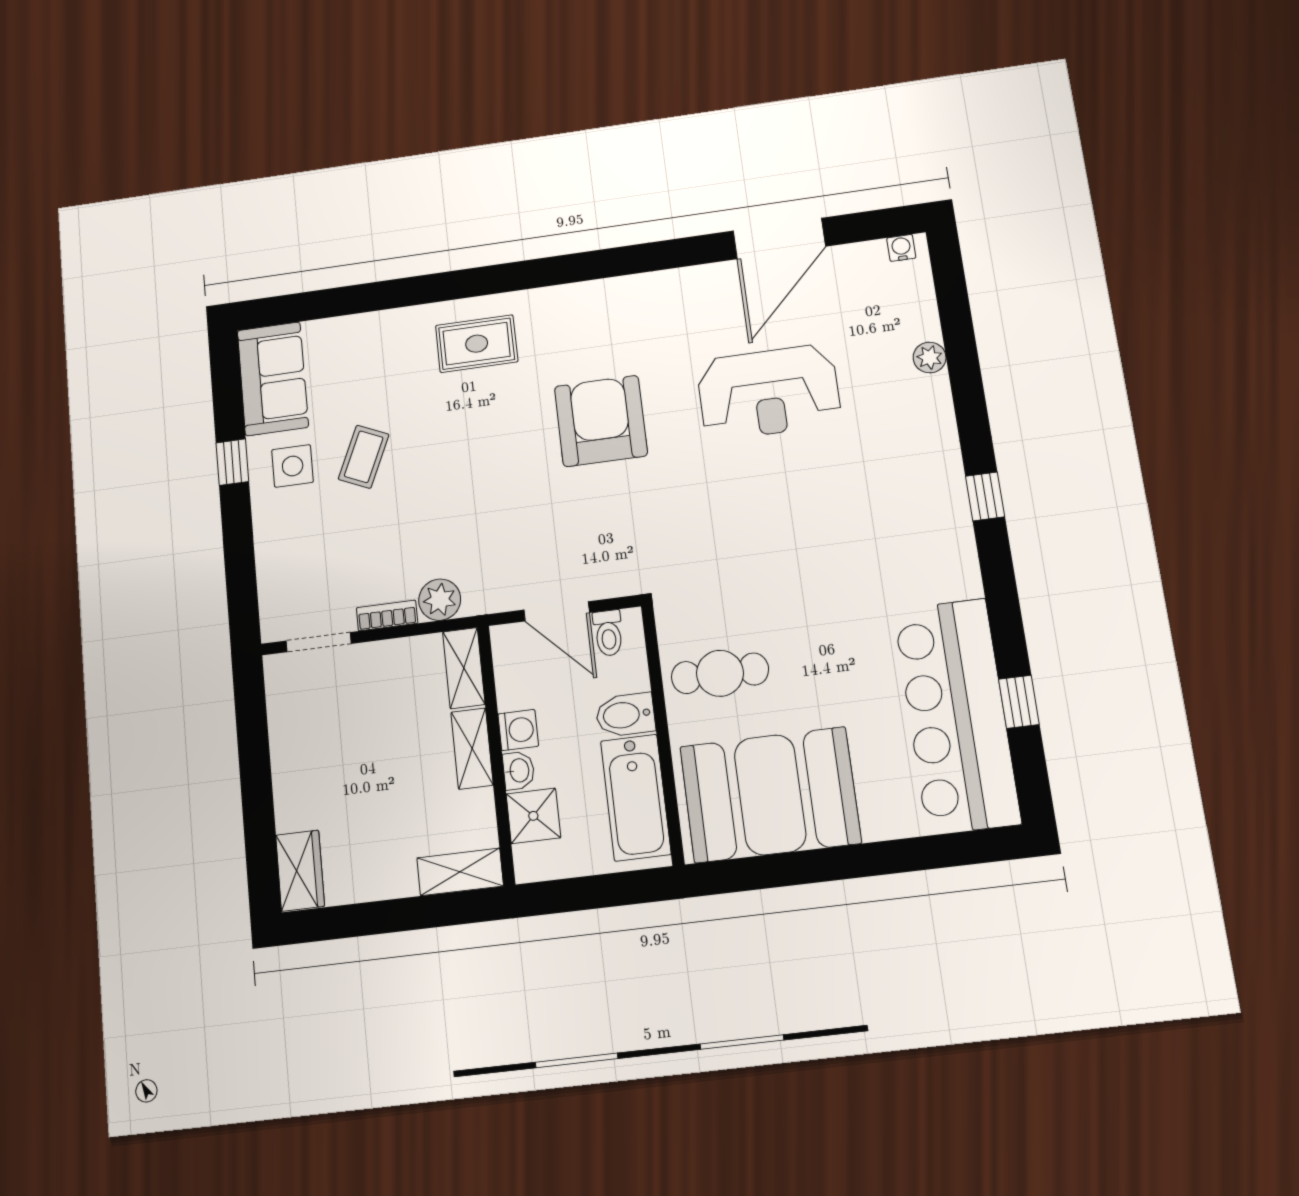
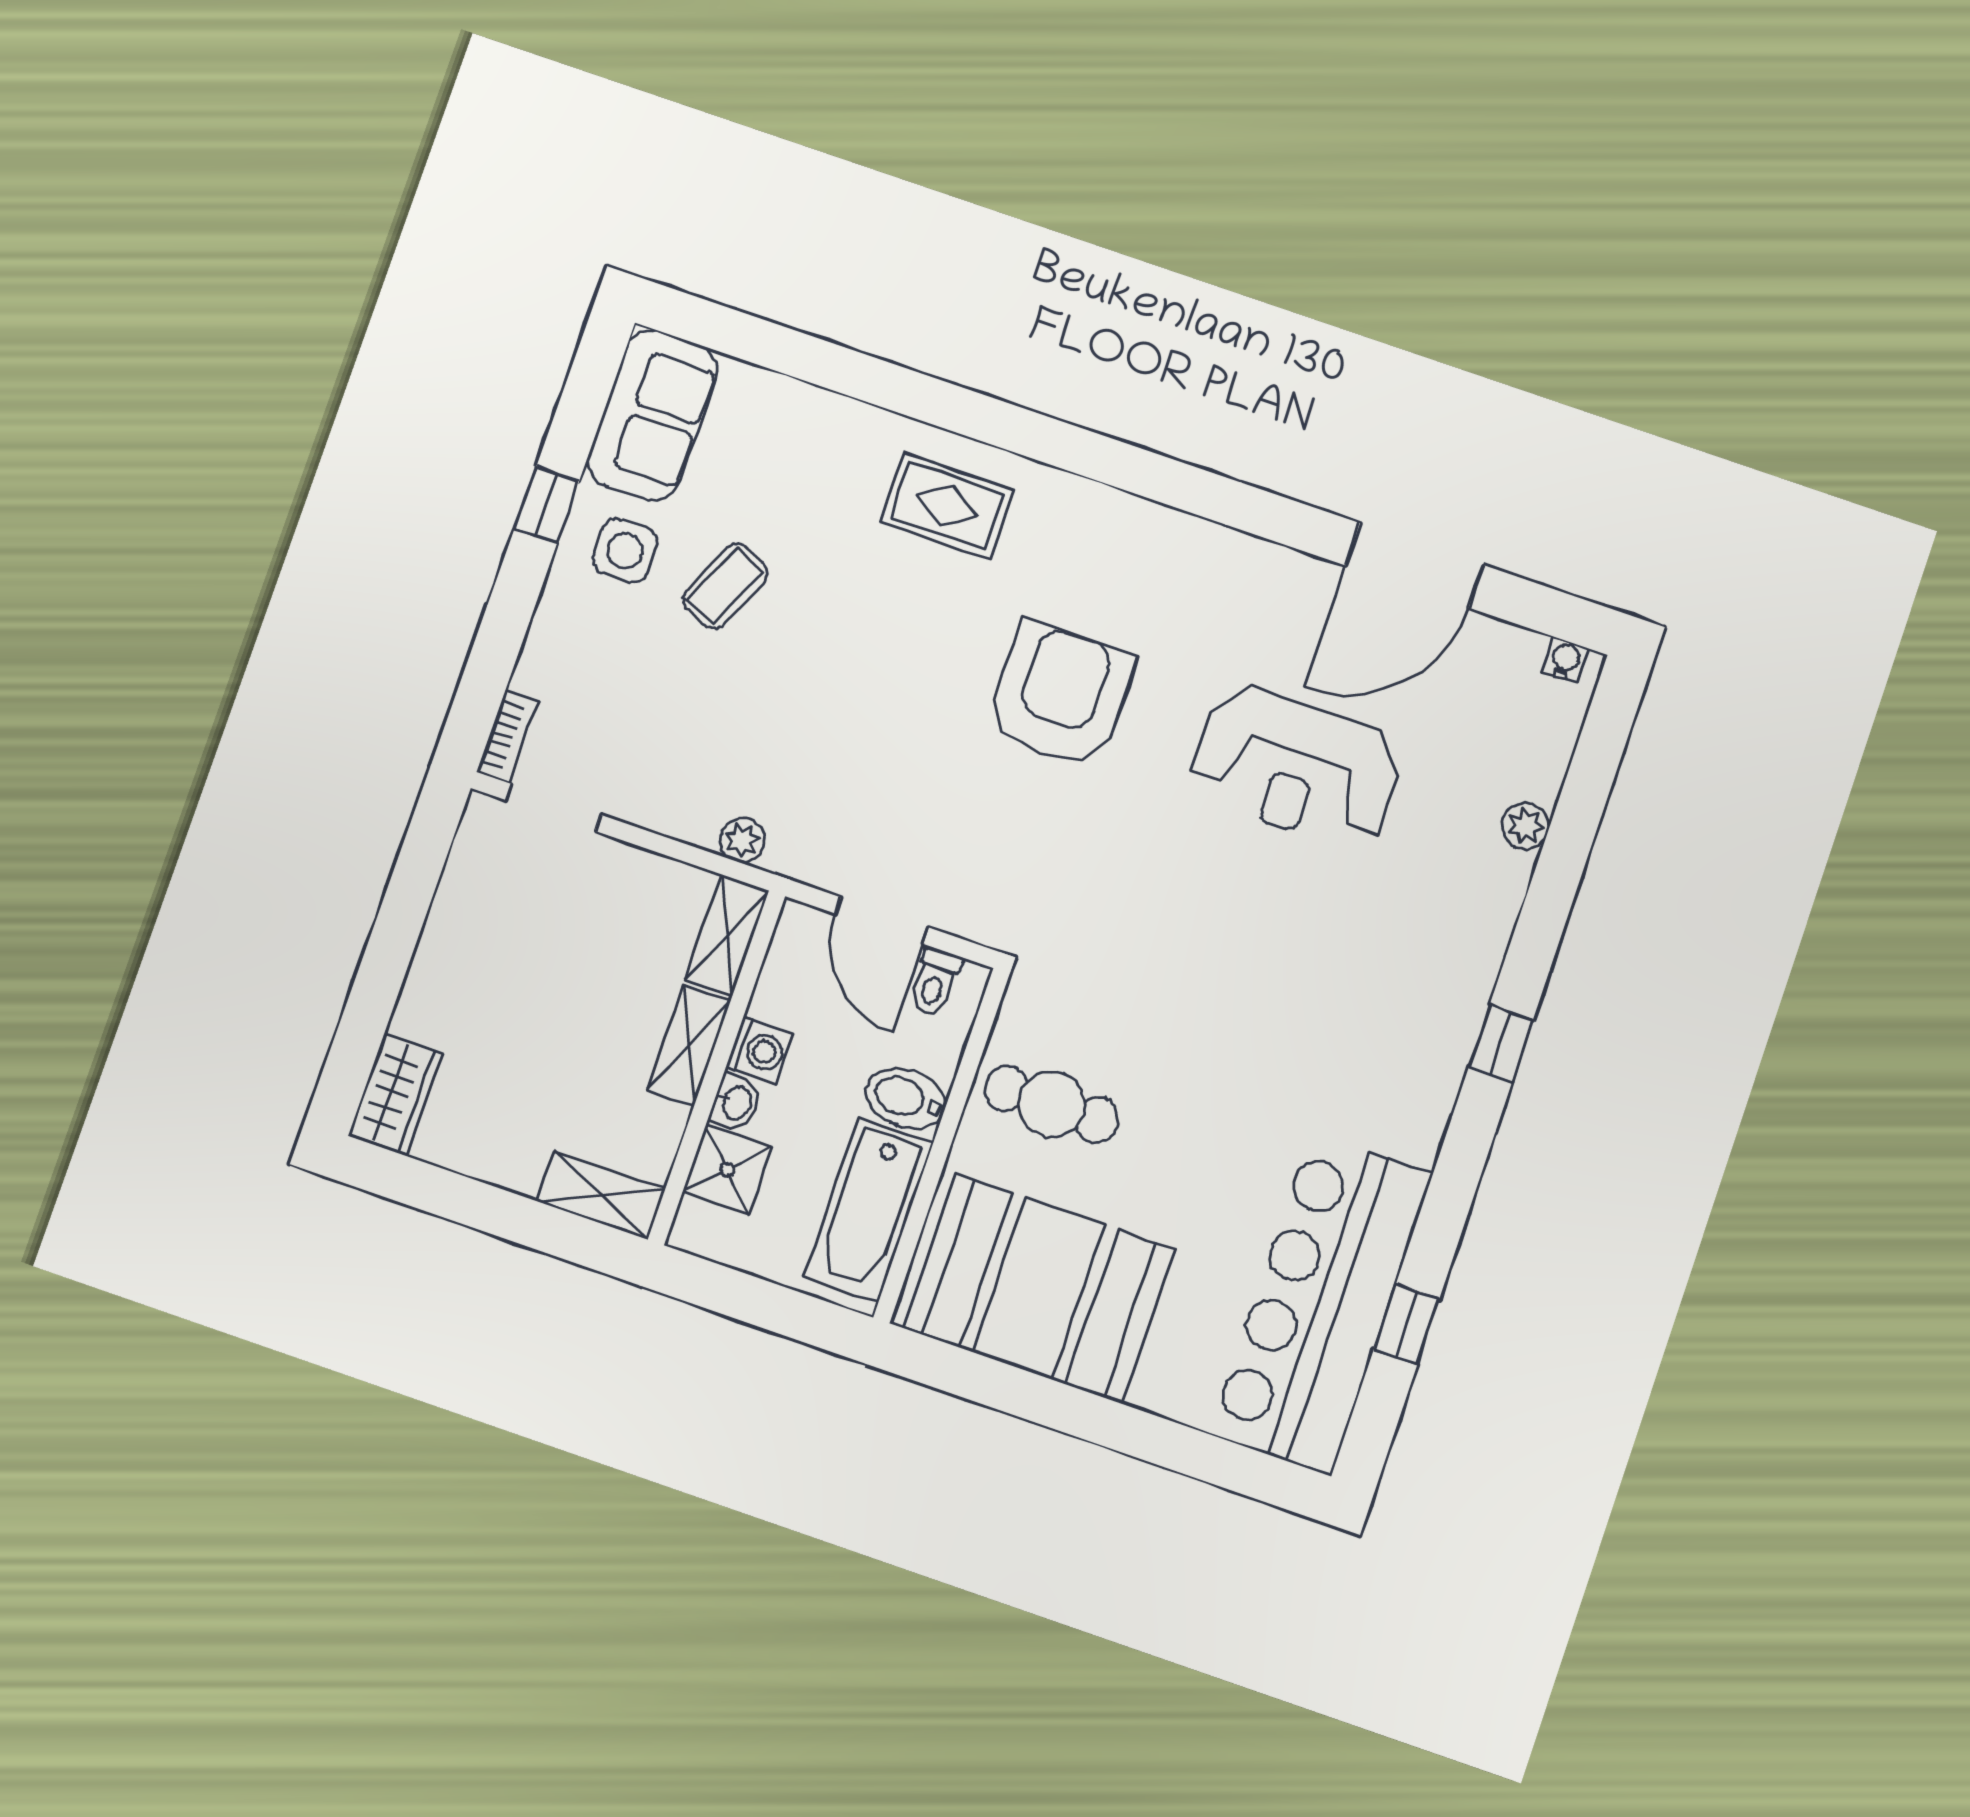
plant: (440, 600) -> (742, 840), width x0.73, depth x0.73
bookcase: (387, 615) -> (507, 737), moved, turned 90

